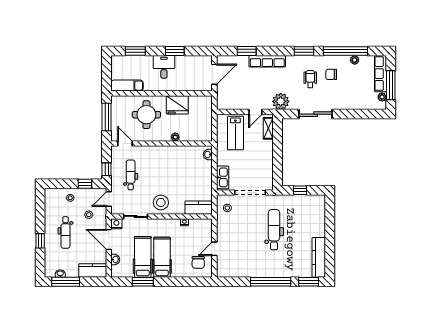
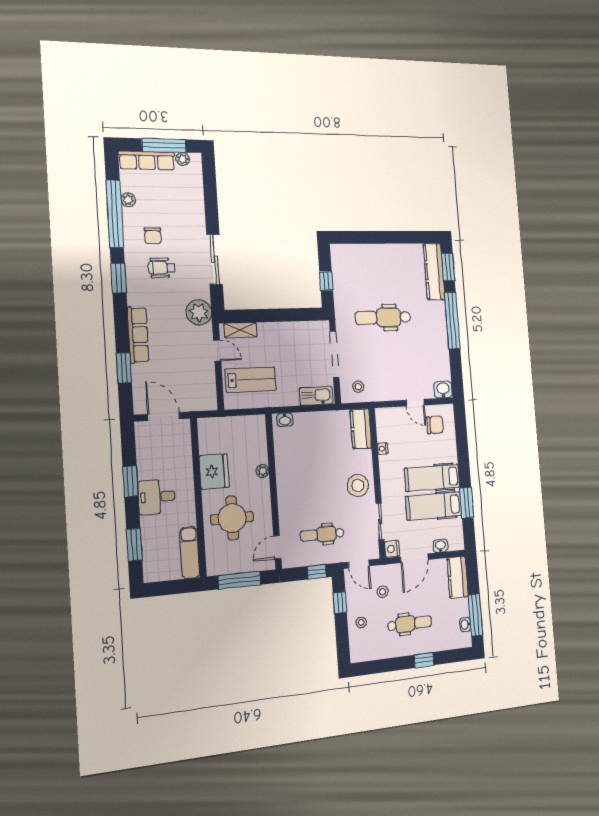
kitchen counter: (319, 257) -> (434, 272), moved, turned 90
washbasin: (222, 271) -> (443, 390), added

